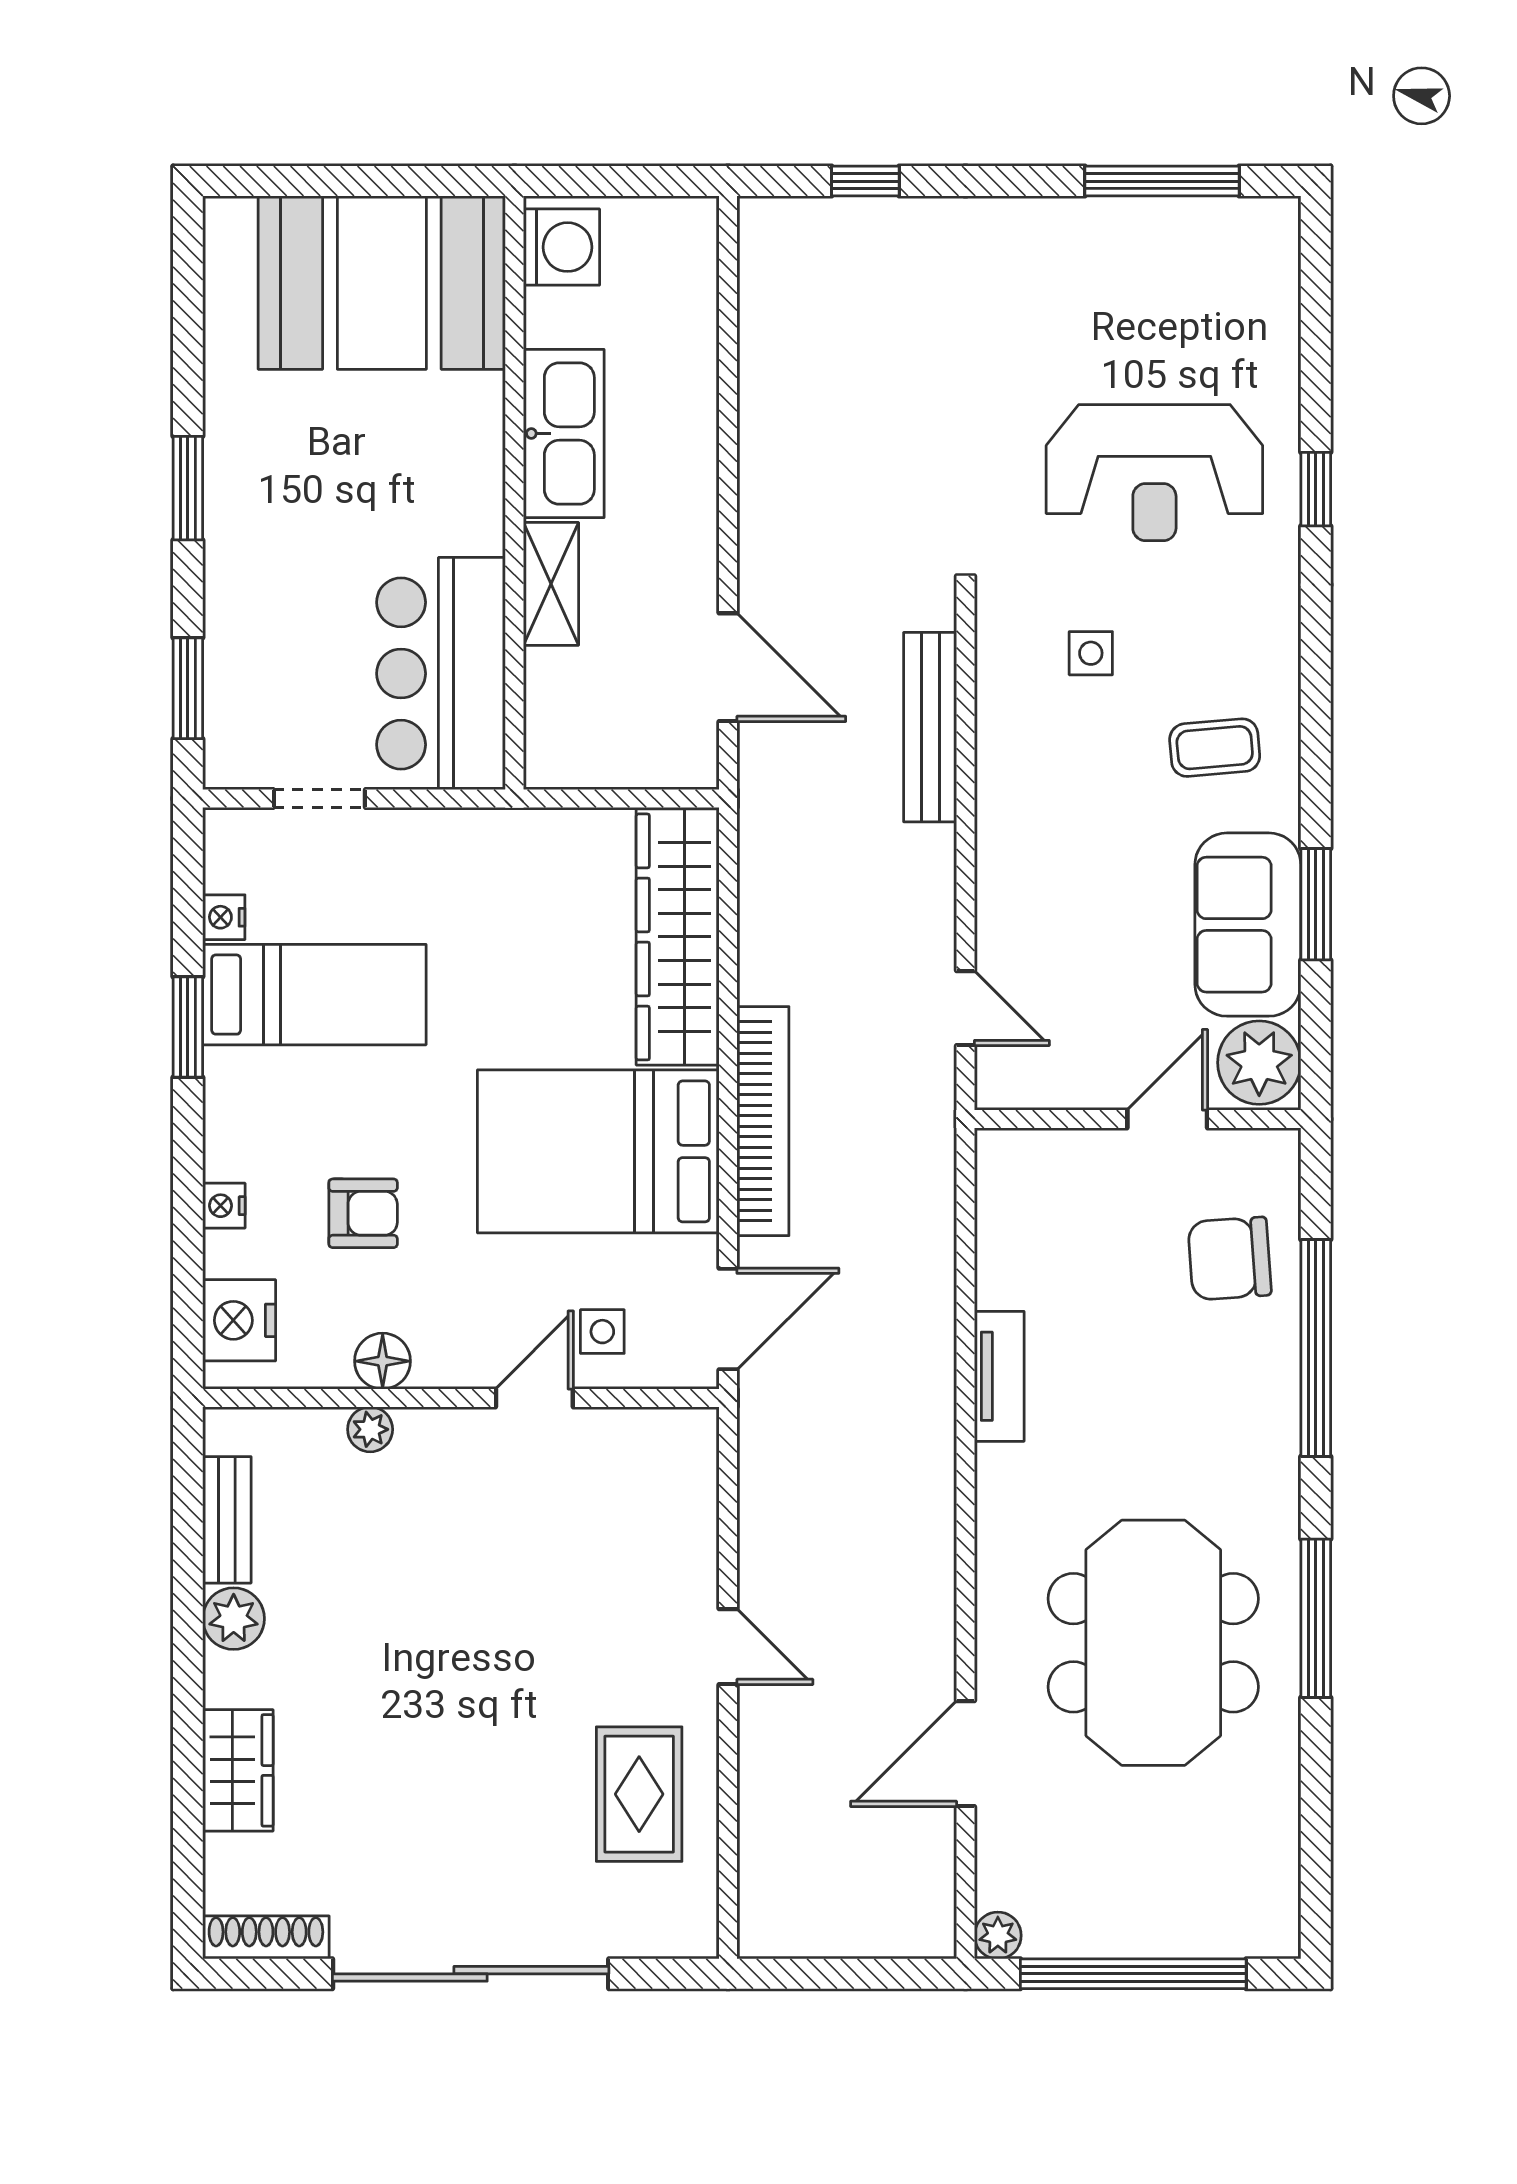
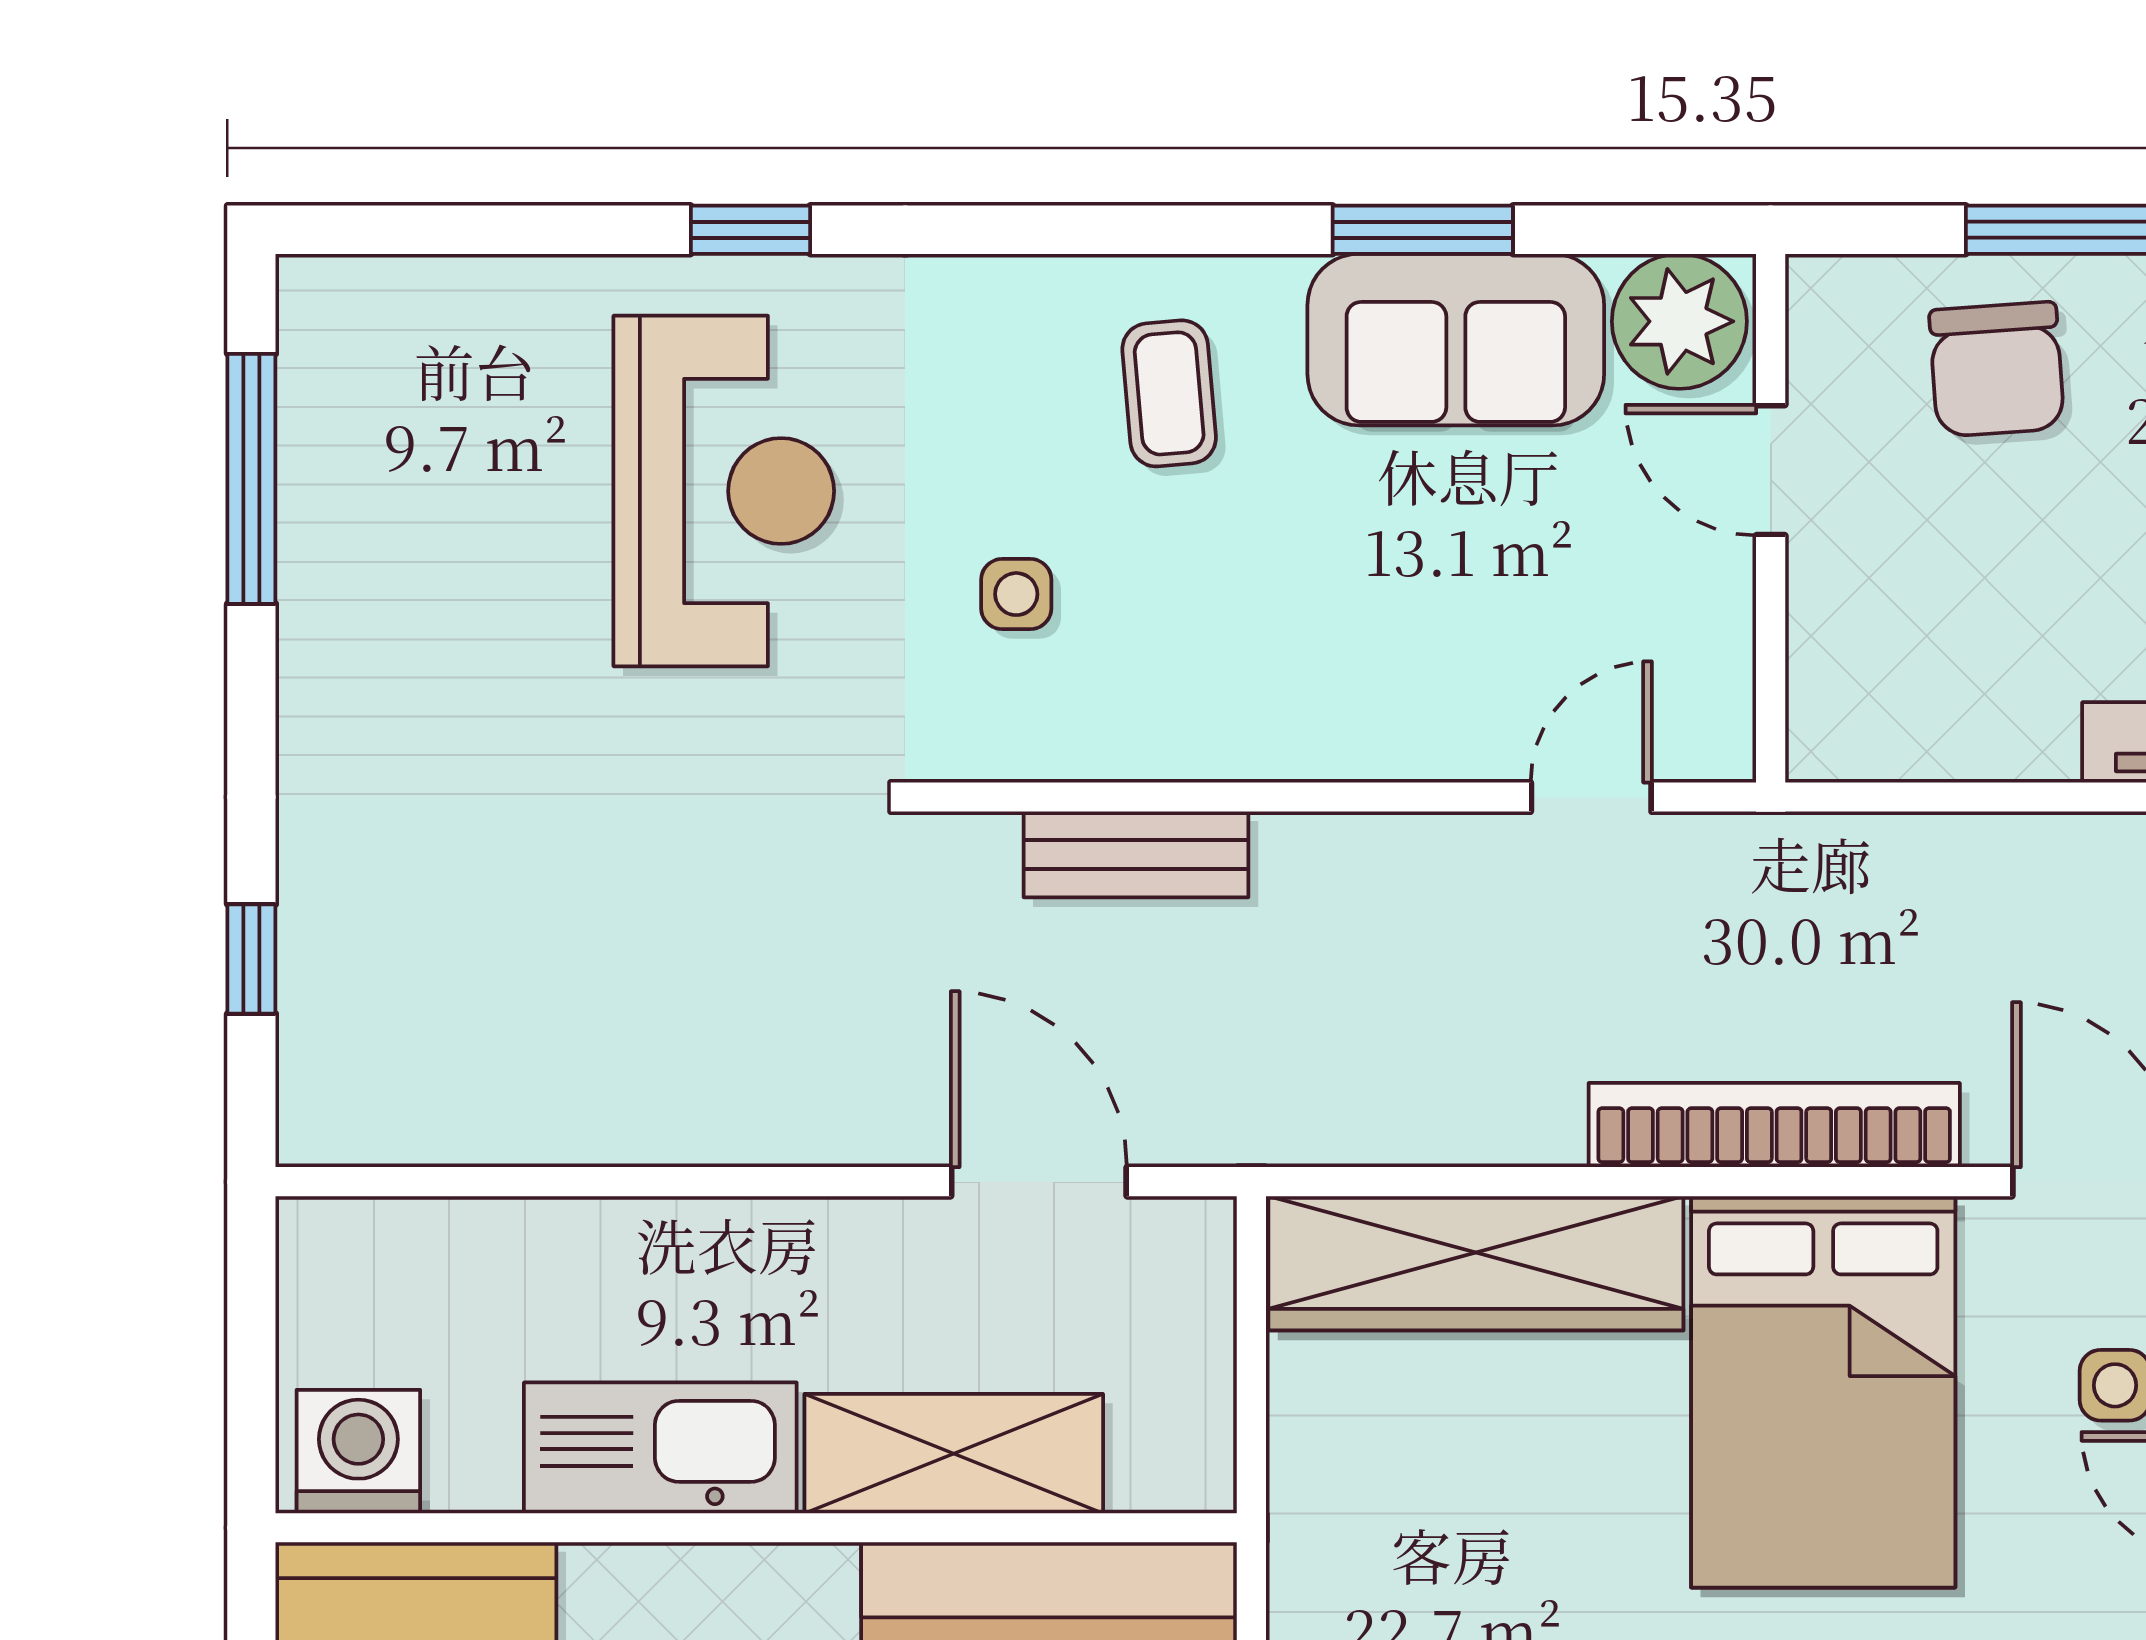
shelving: (551, 584) -> (954, 1454), width x1.50, depth x1.33
door: (728, 667) -> (1039, 1182), hinge flipped
bench: (930, 727) -> (1136, 854), width x0.73

